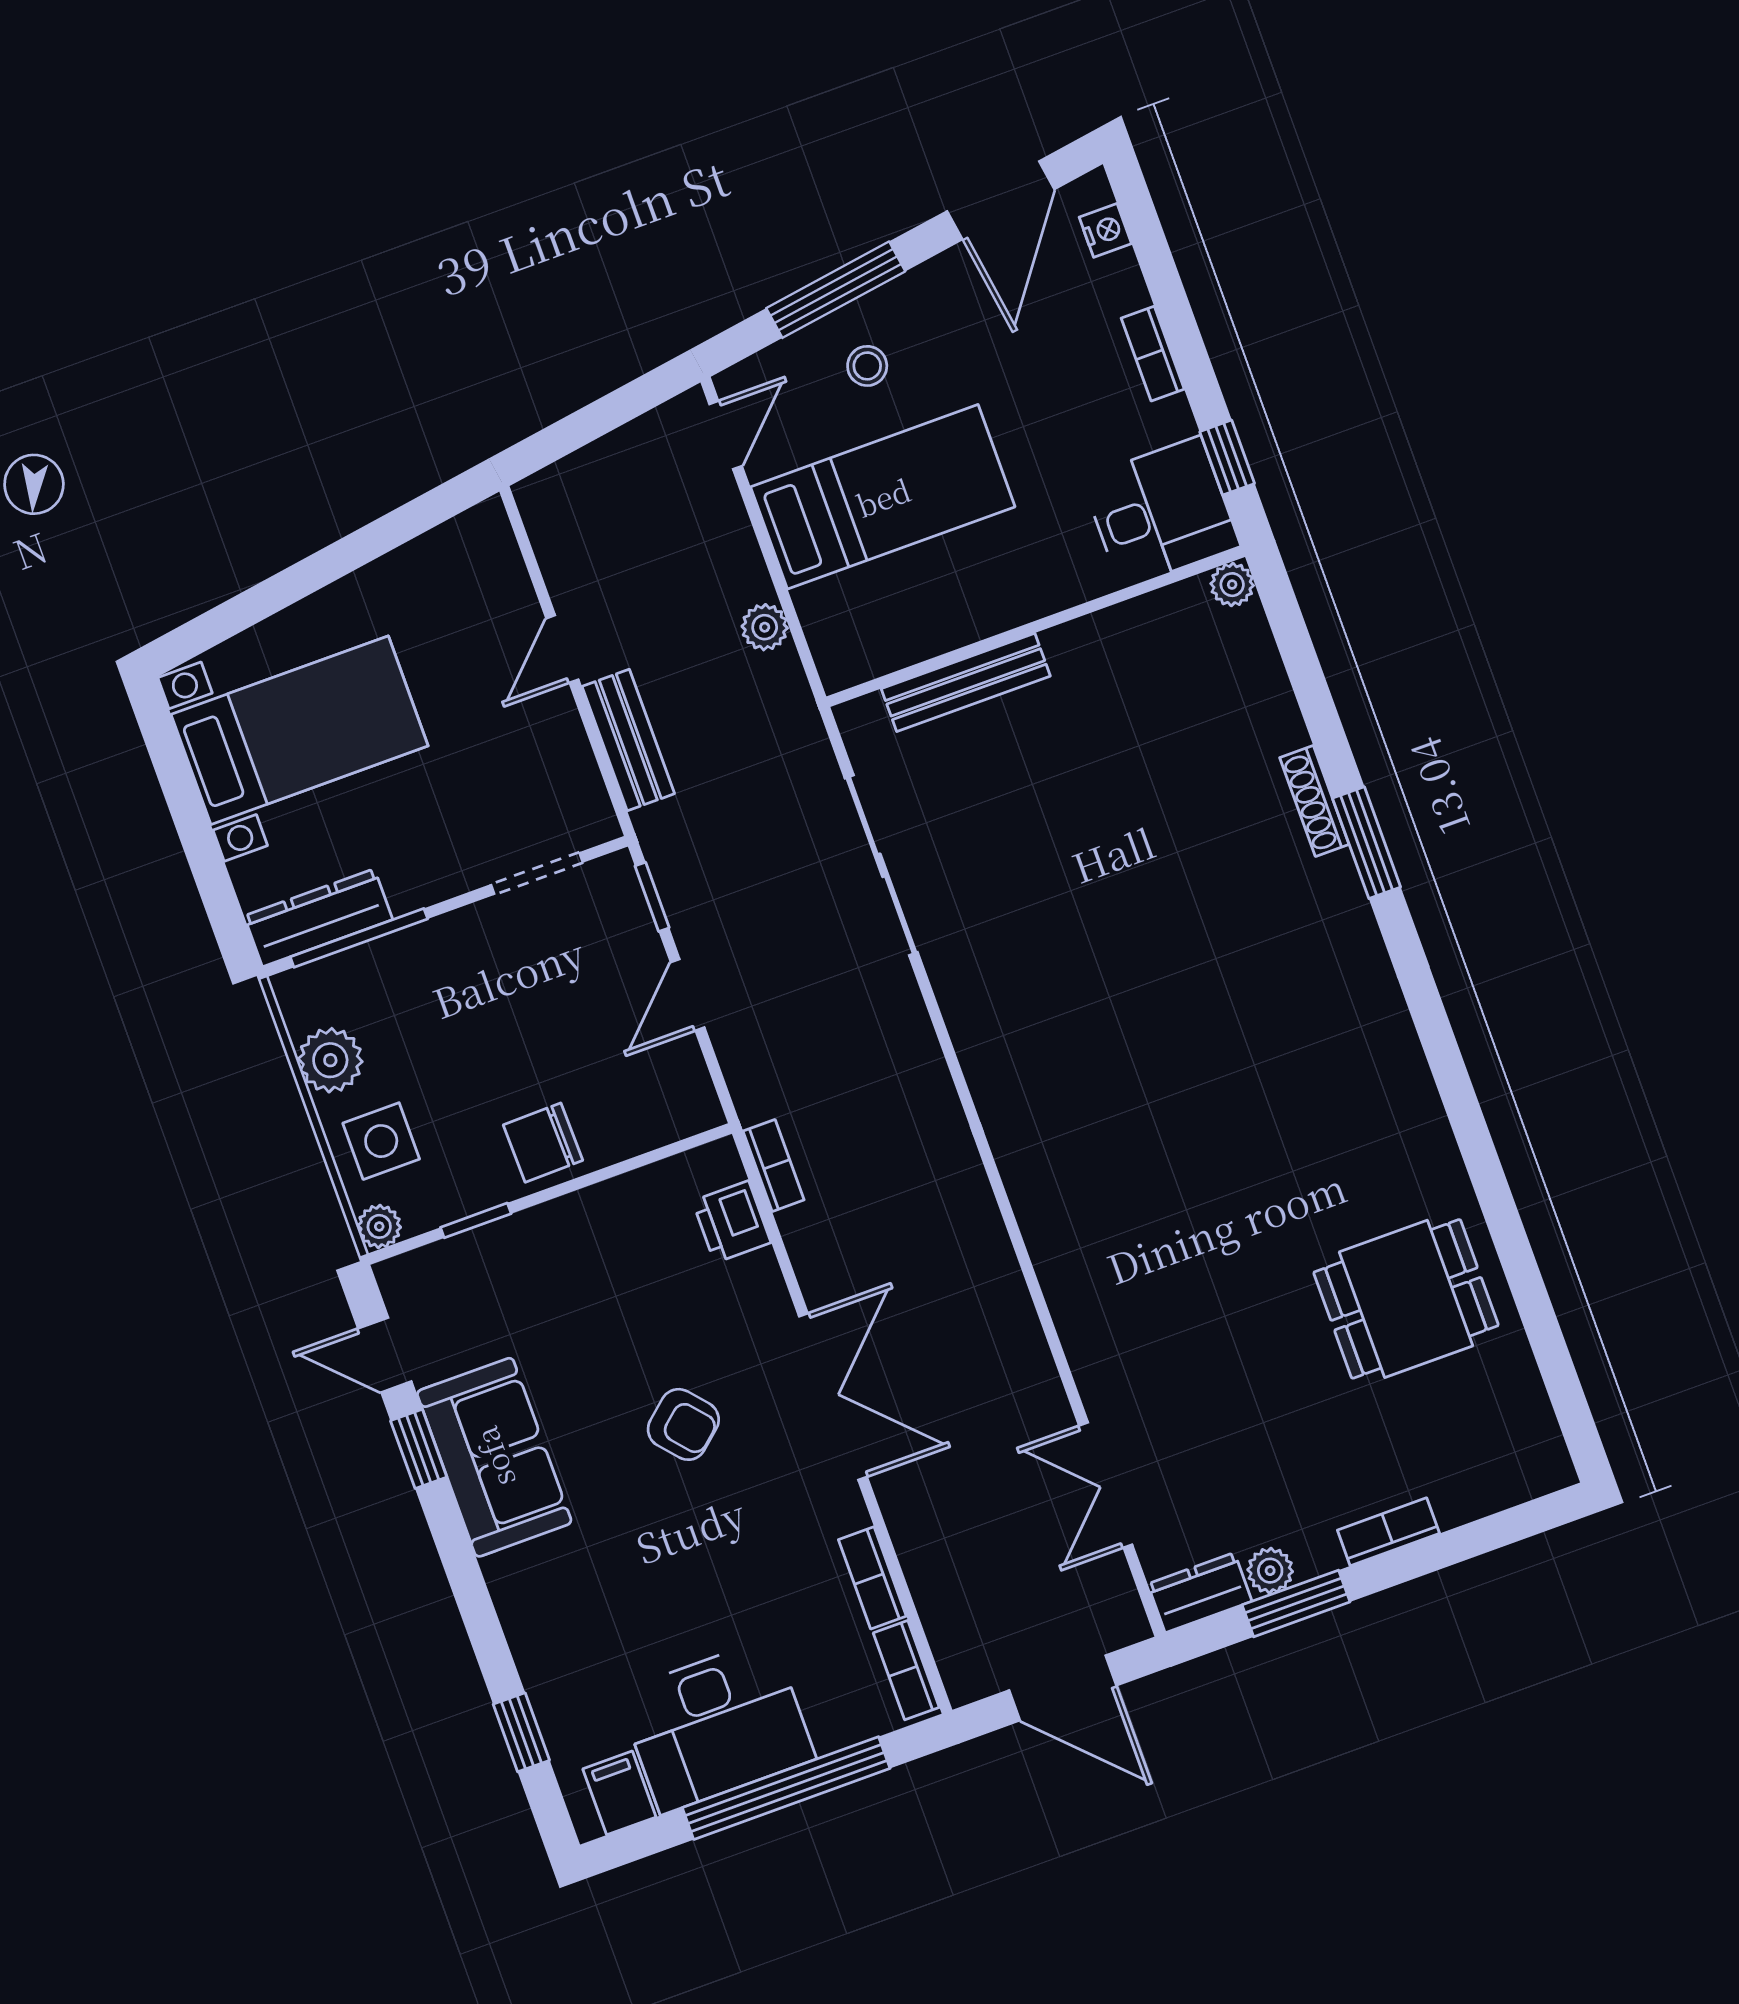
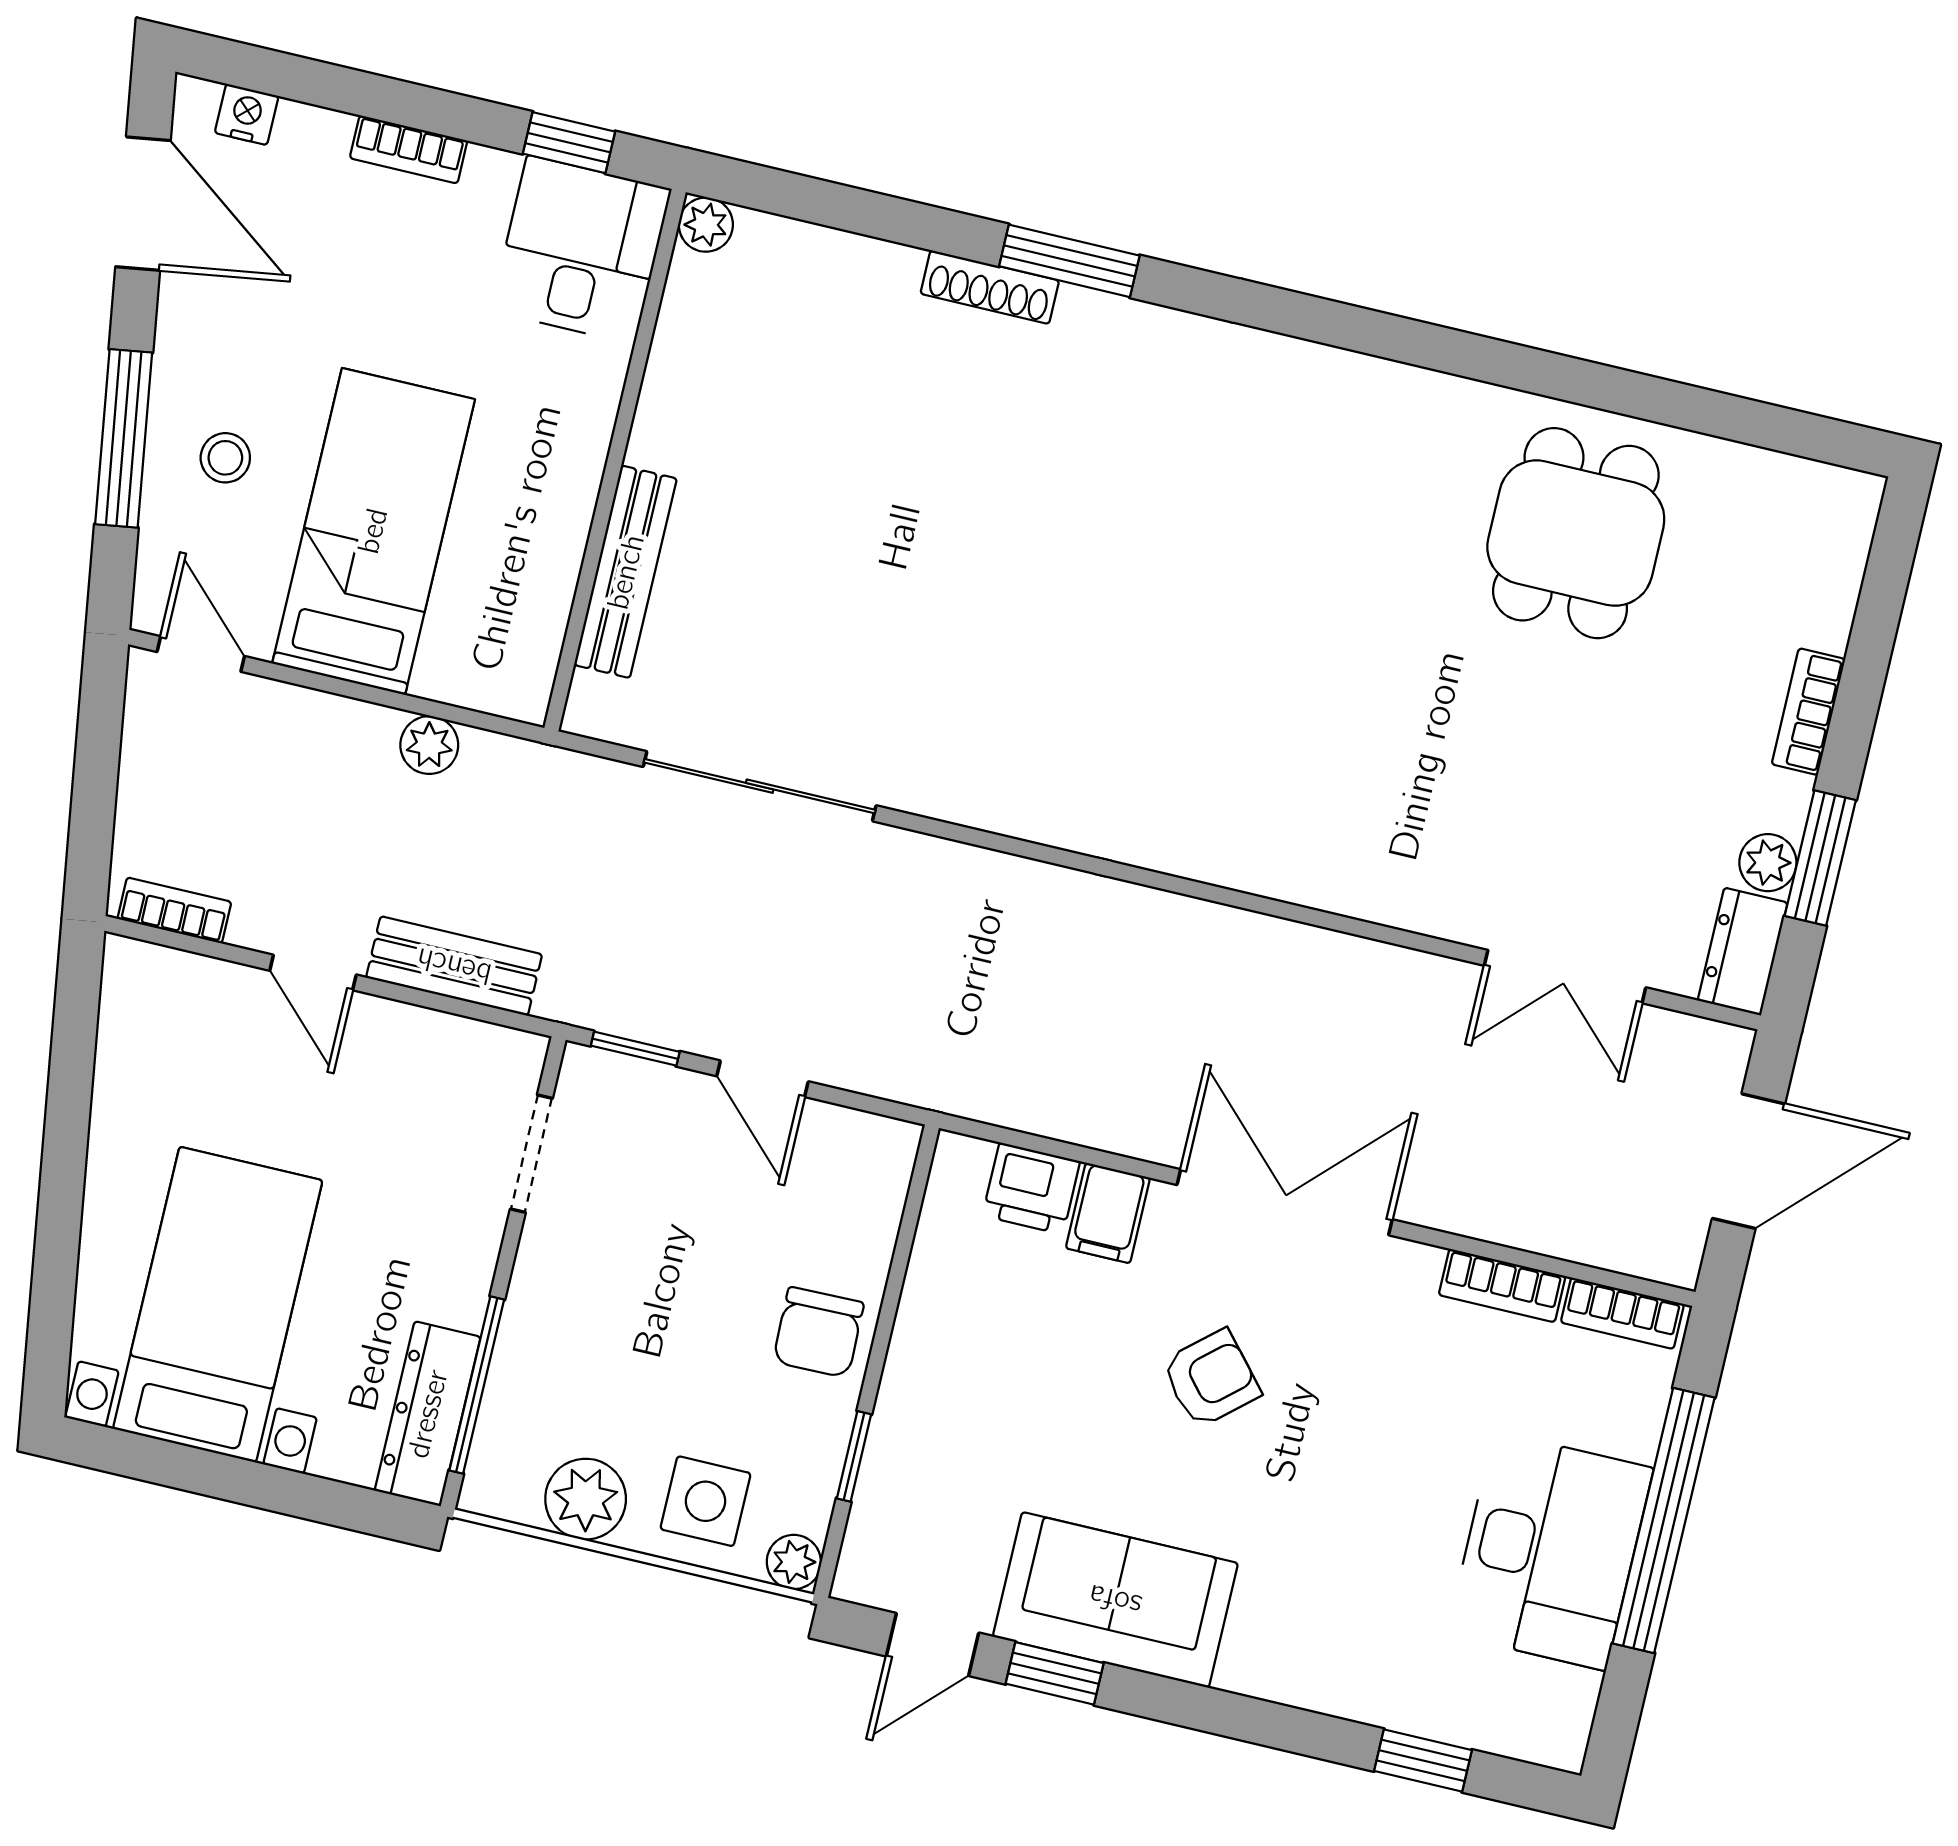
bookcase: (774, 1165) -> (174, 910), moved
filing cabinet: (619, 1793) -> (1108, 1213), moved, turned -90

